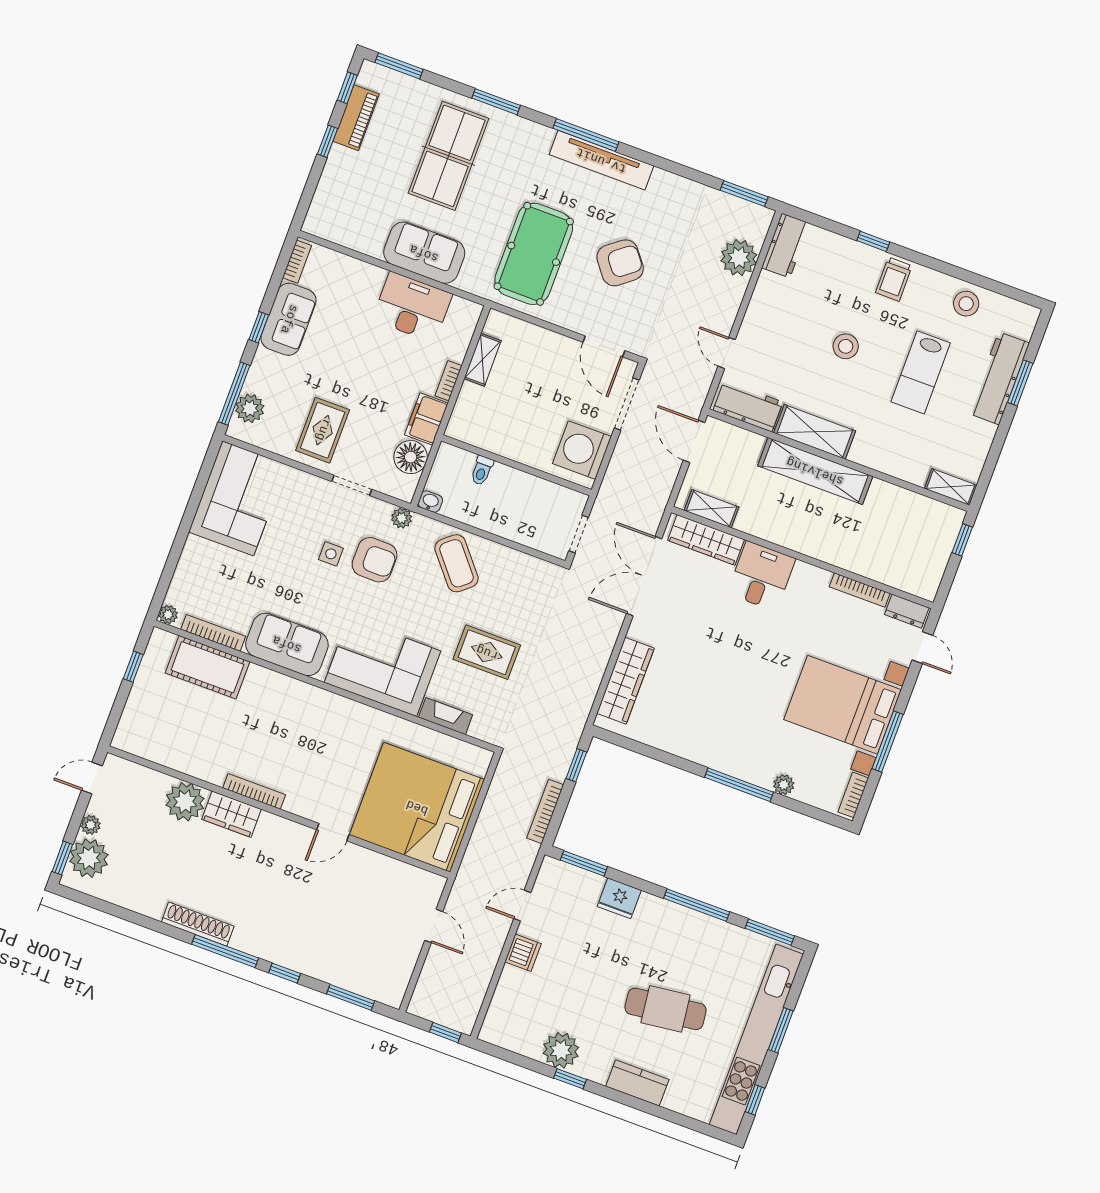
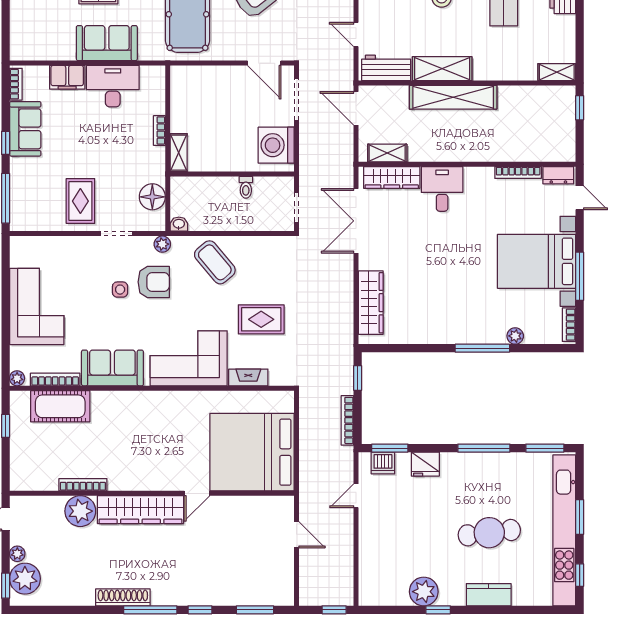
shelving: (483, 360) -> (179, 153), moved
plant: (250, 408) -> (21, 205), removed
filing cabinet: (426, 419) -> (67, 77), moved, turned -90
toilet: (482, 471) -> (246, 187), moved
corner sofa: (238, 498) -> (37, 306), moved
bookcase: (254, 791) -> (83, 485), moved
wardrobe: (232, 814) -> (140, 510), width x2.10, depth x1.17
dishwasher: (523, 953) -> (383, 463), moved, turned 90

